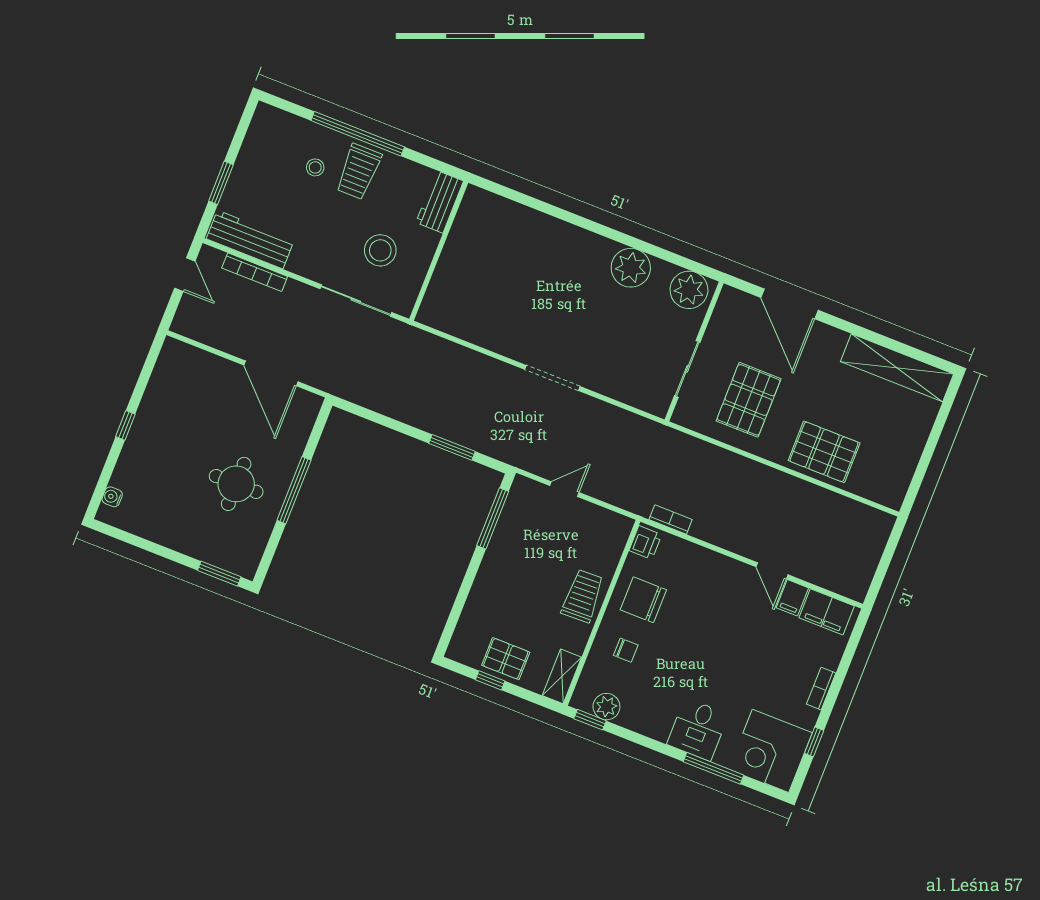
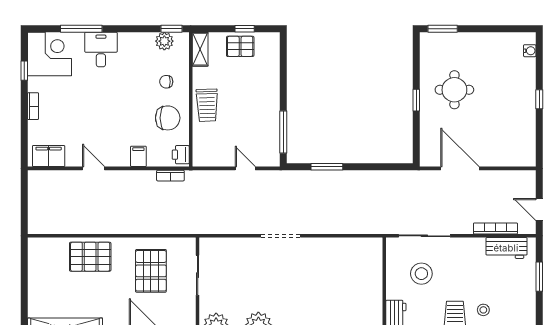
workbench: (250, 240) -> (506, 248), width x0.73
door: (564, 489) -> (245, 168), swing flipped
window: (294, 490) -> (416, 100), width x0.46
filing cabinet: (792, 598) -> (138, 156), moved

